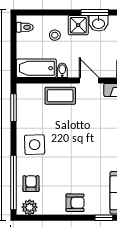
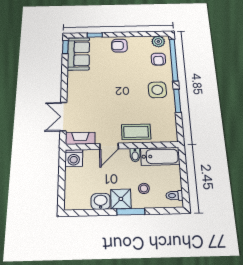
window: (95, 12) -> (131, 212), moved
door: (89, 80) -> (109, 146), hinge flipped
window: (14, 108) -> (177, 101), moved

